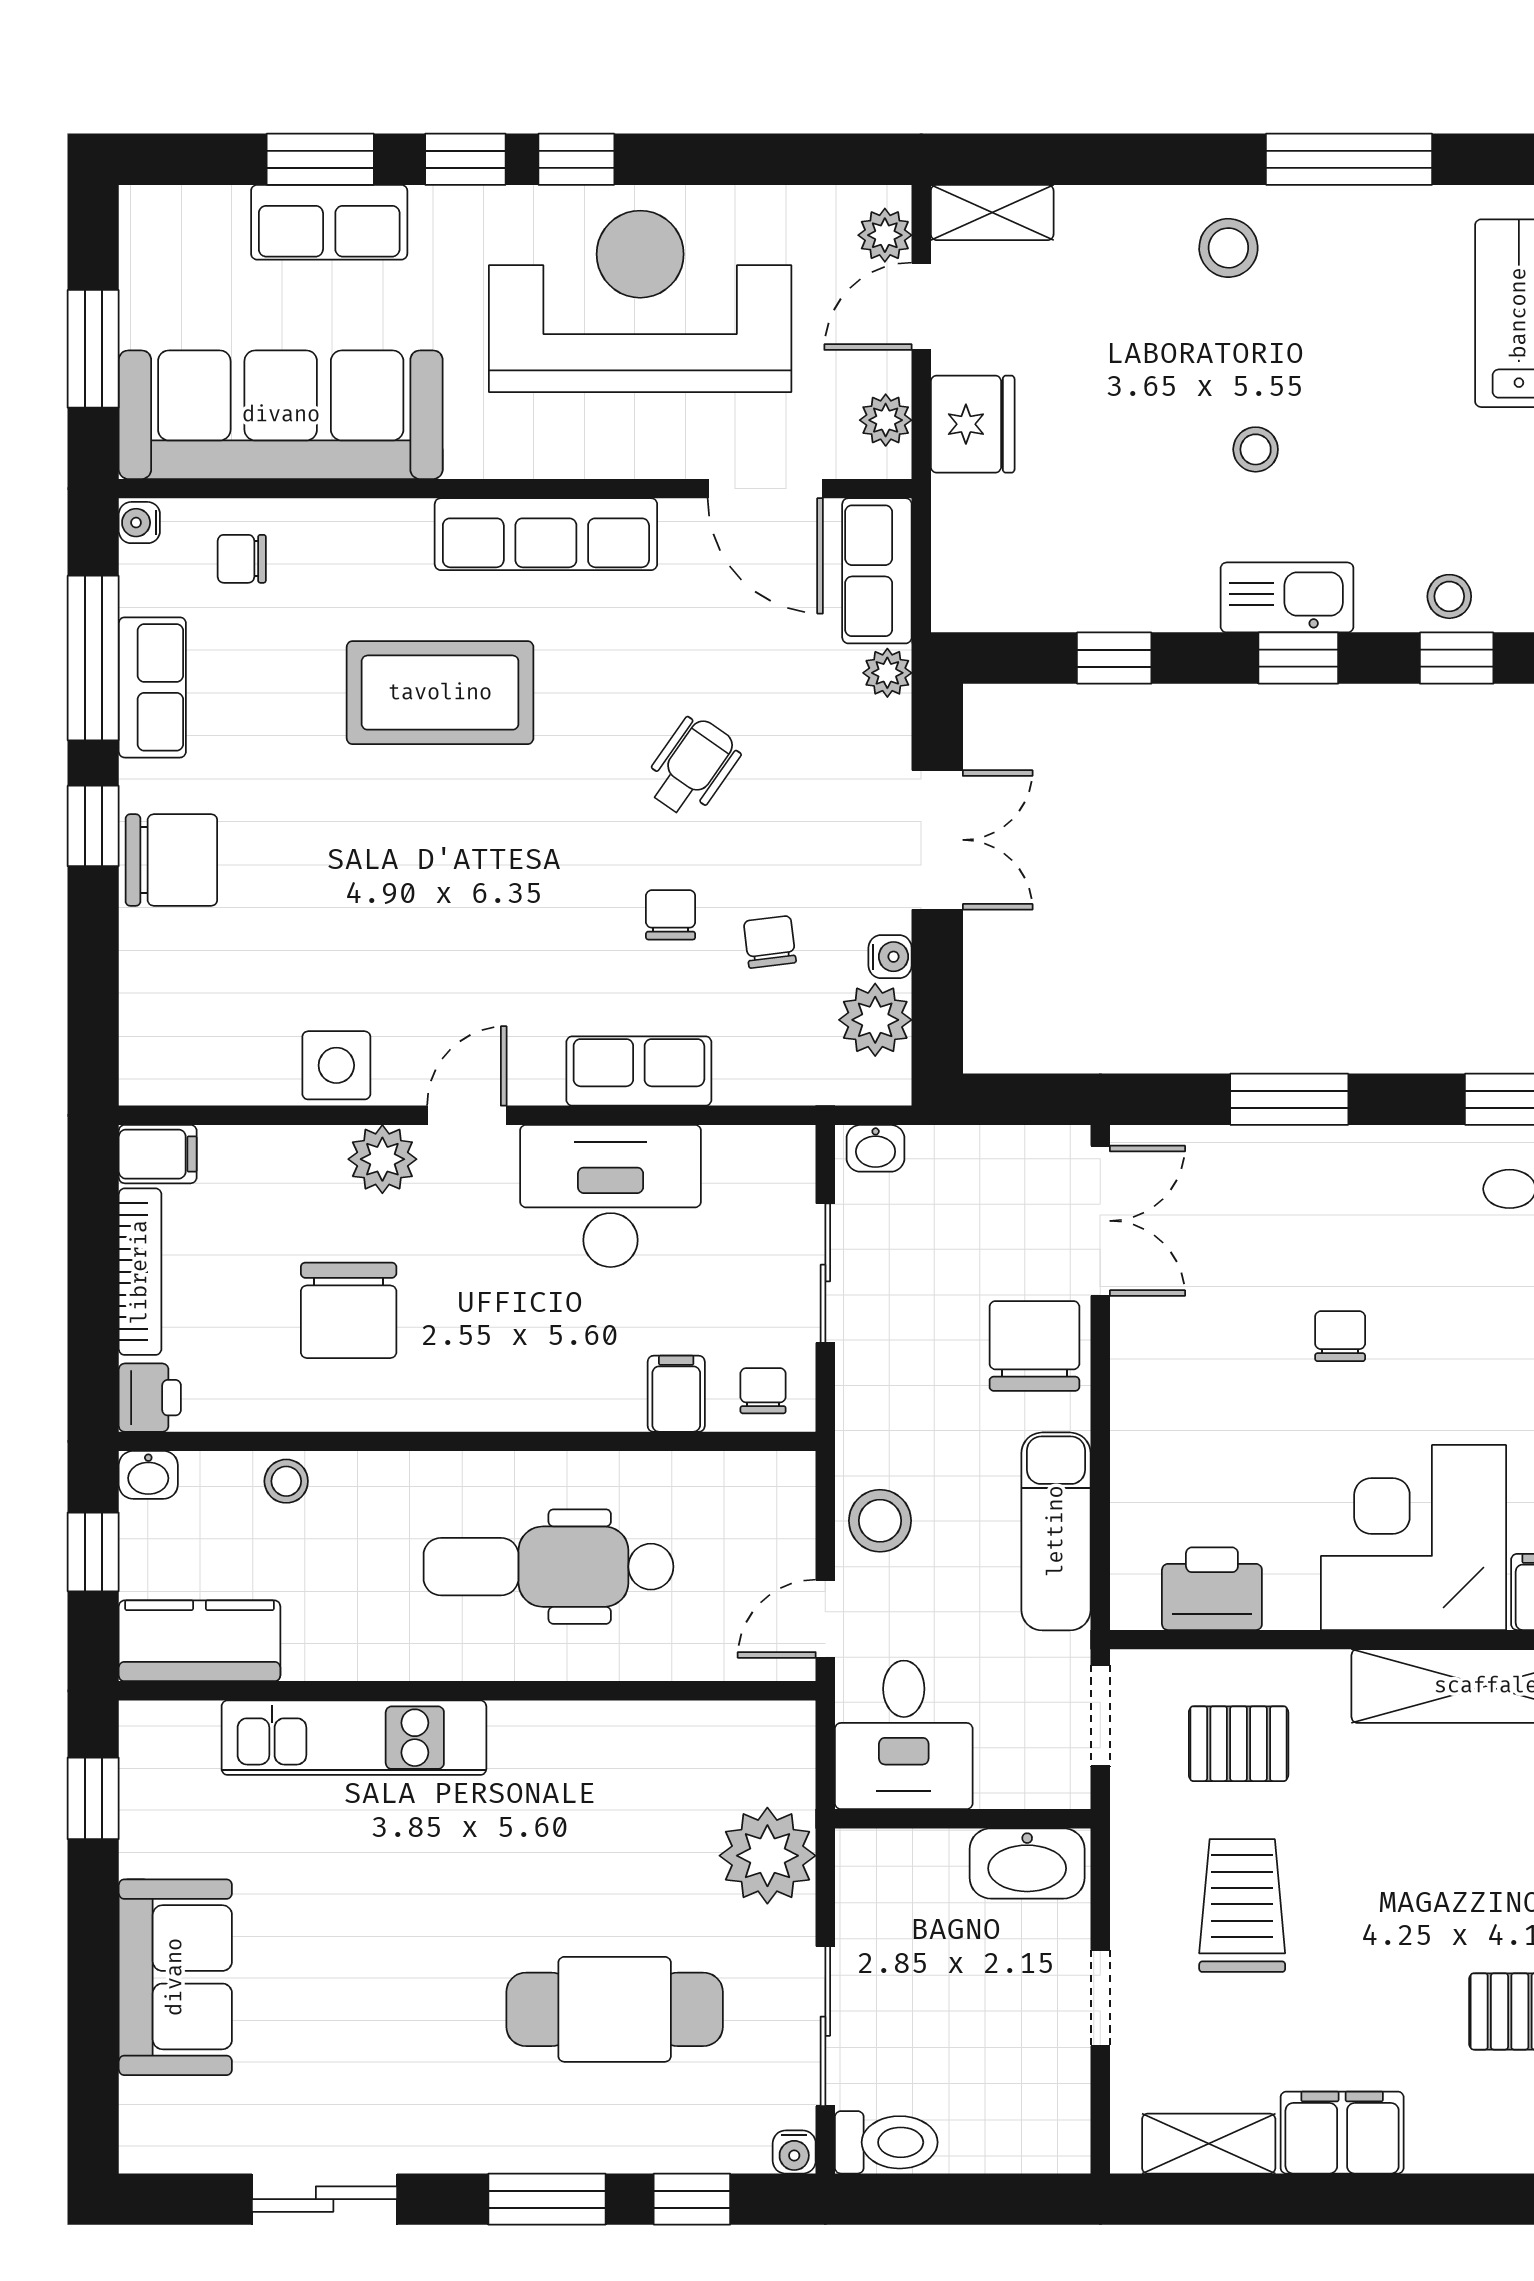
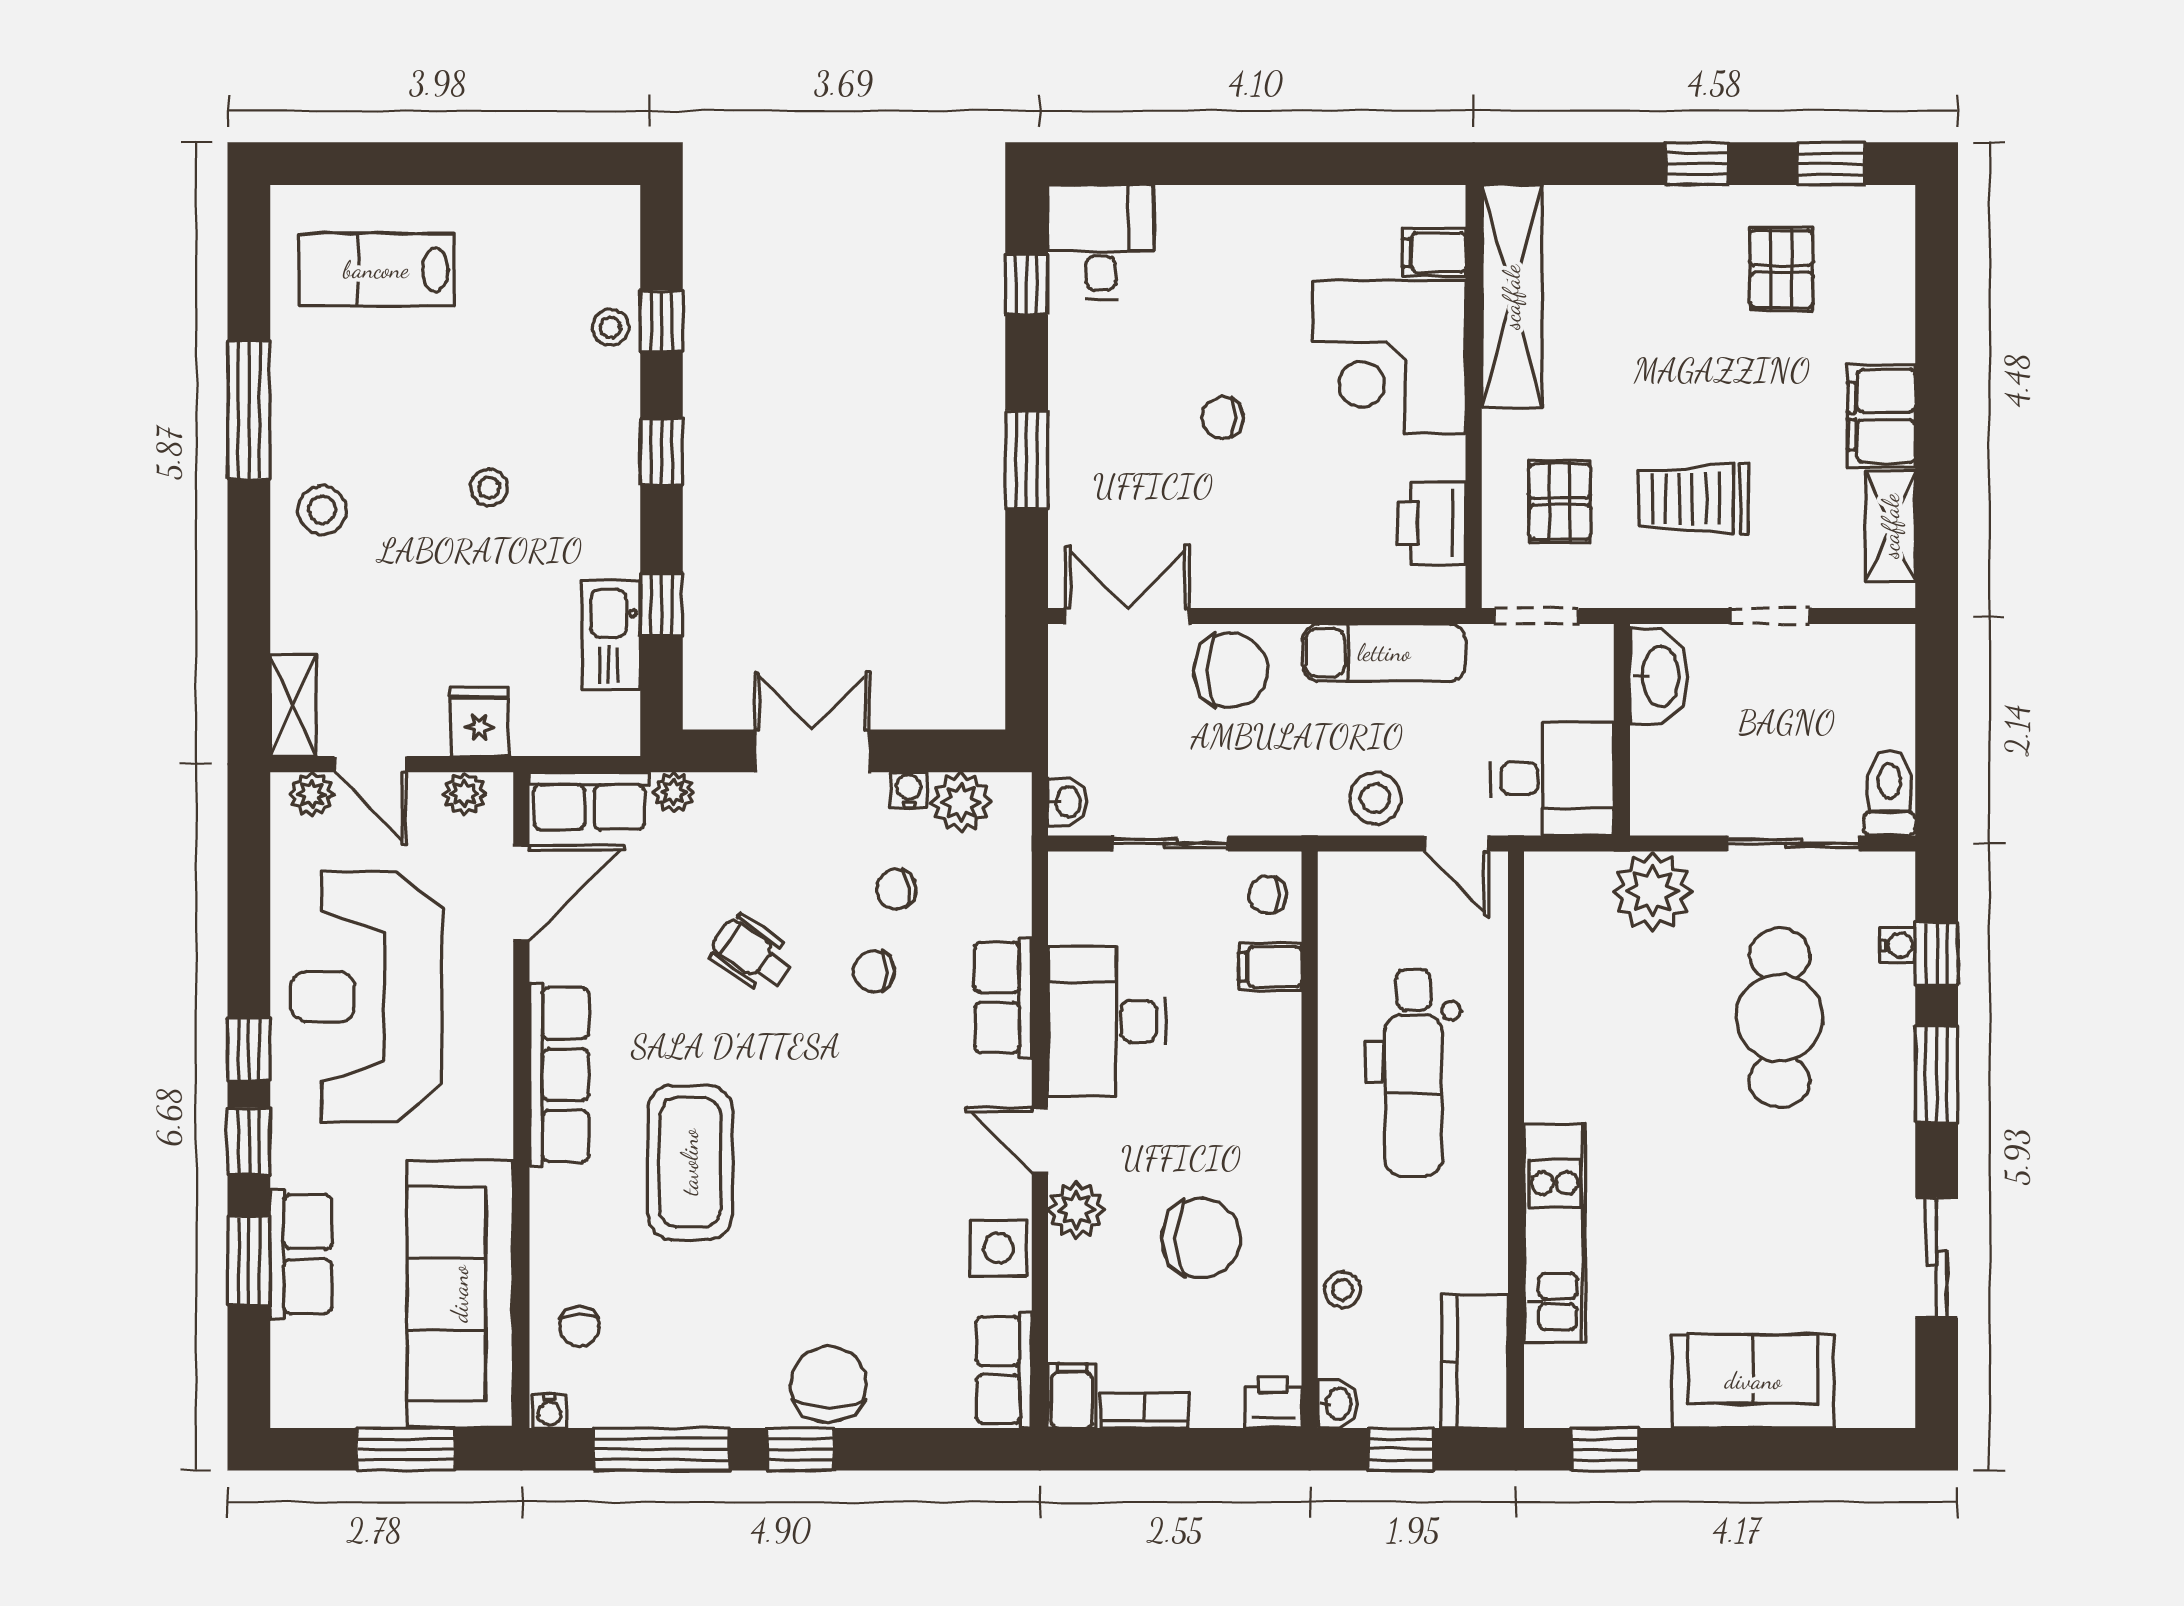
fridge: (973, 424) -> (479, 722), width x0.72
kitchen sink: (1287, 597) -> (611, 635), moved
row of seats: (152, 687) -> (1004, 1370), moved, turned -90
bookcase: (140, 1272) -> (1144, 1410), width x0.64
chair: (1034, 1346) -> (1231, 670), turned 180
water cooler: (794, 2152) -> (1898, 945), moved

